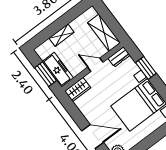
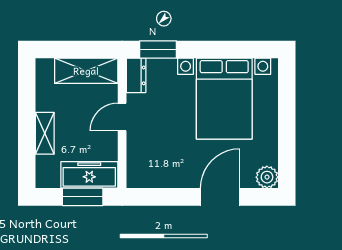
window: (146, 68) -> (158, 49), moved
wardrobe: (78, 89) -> (138, 168), removed

